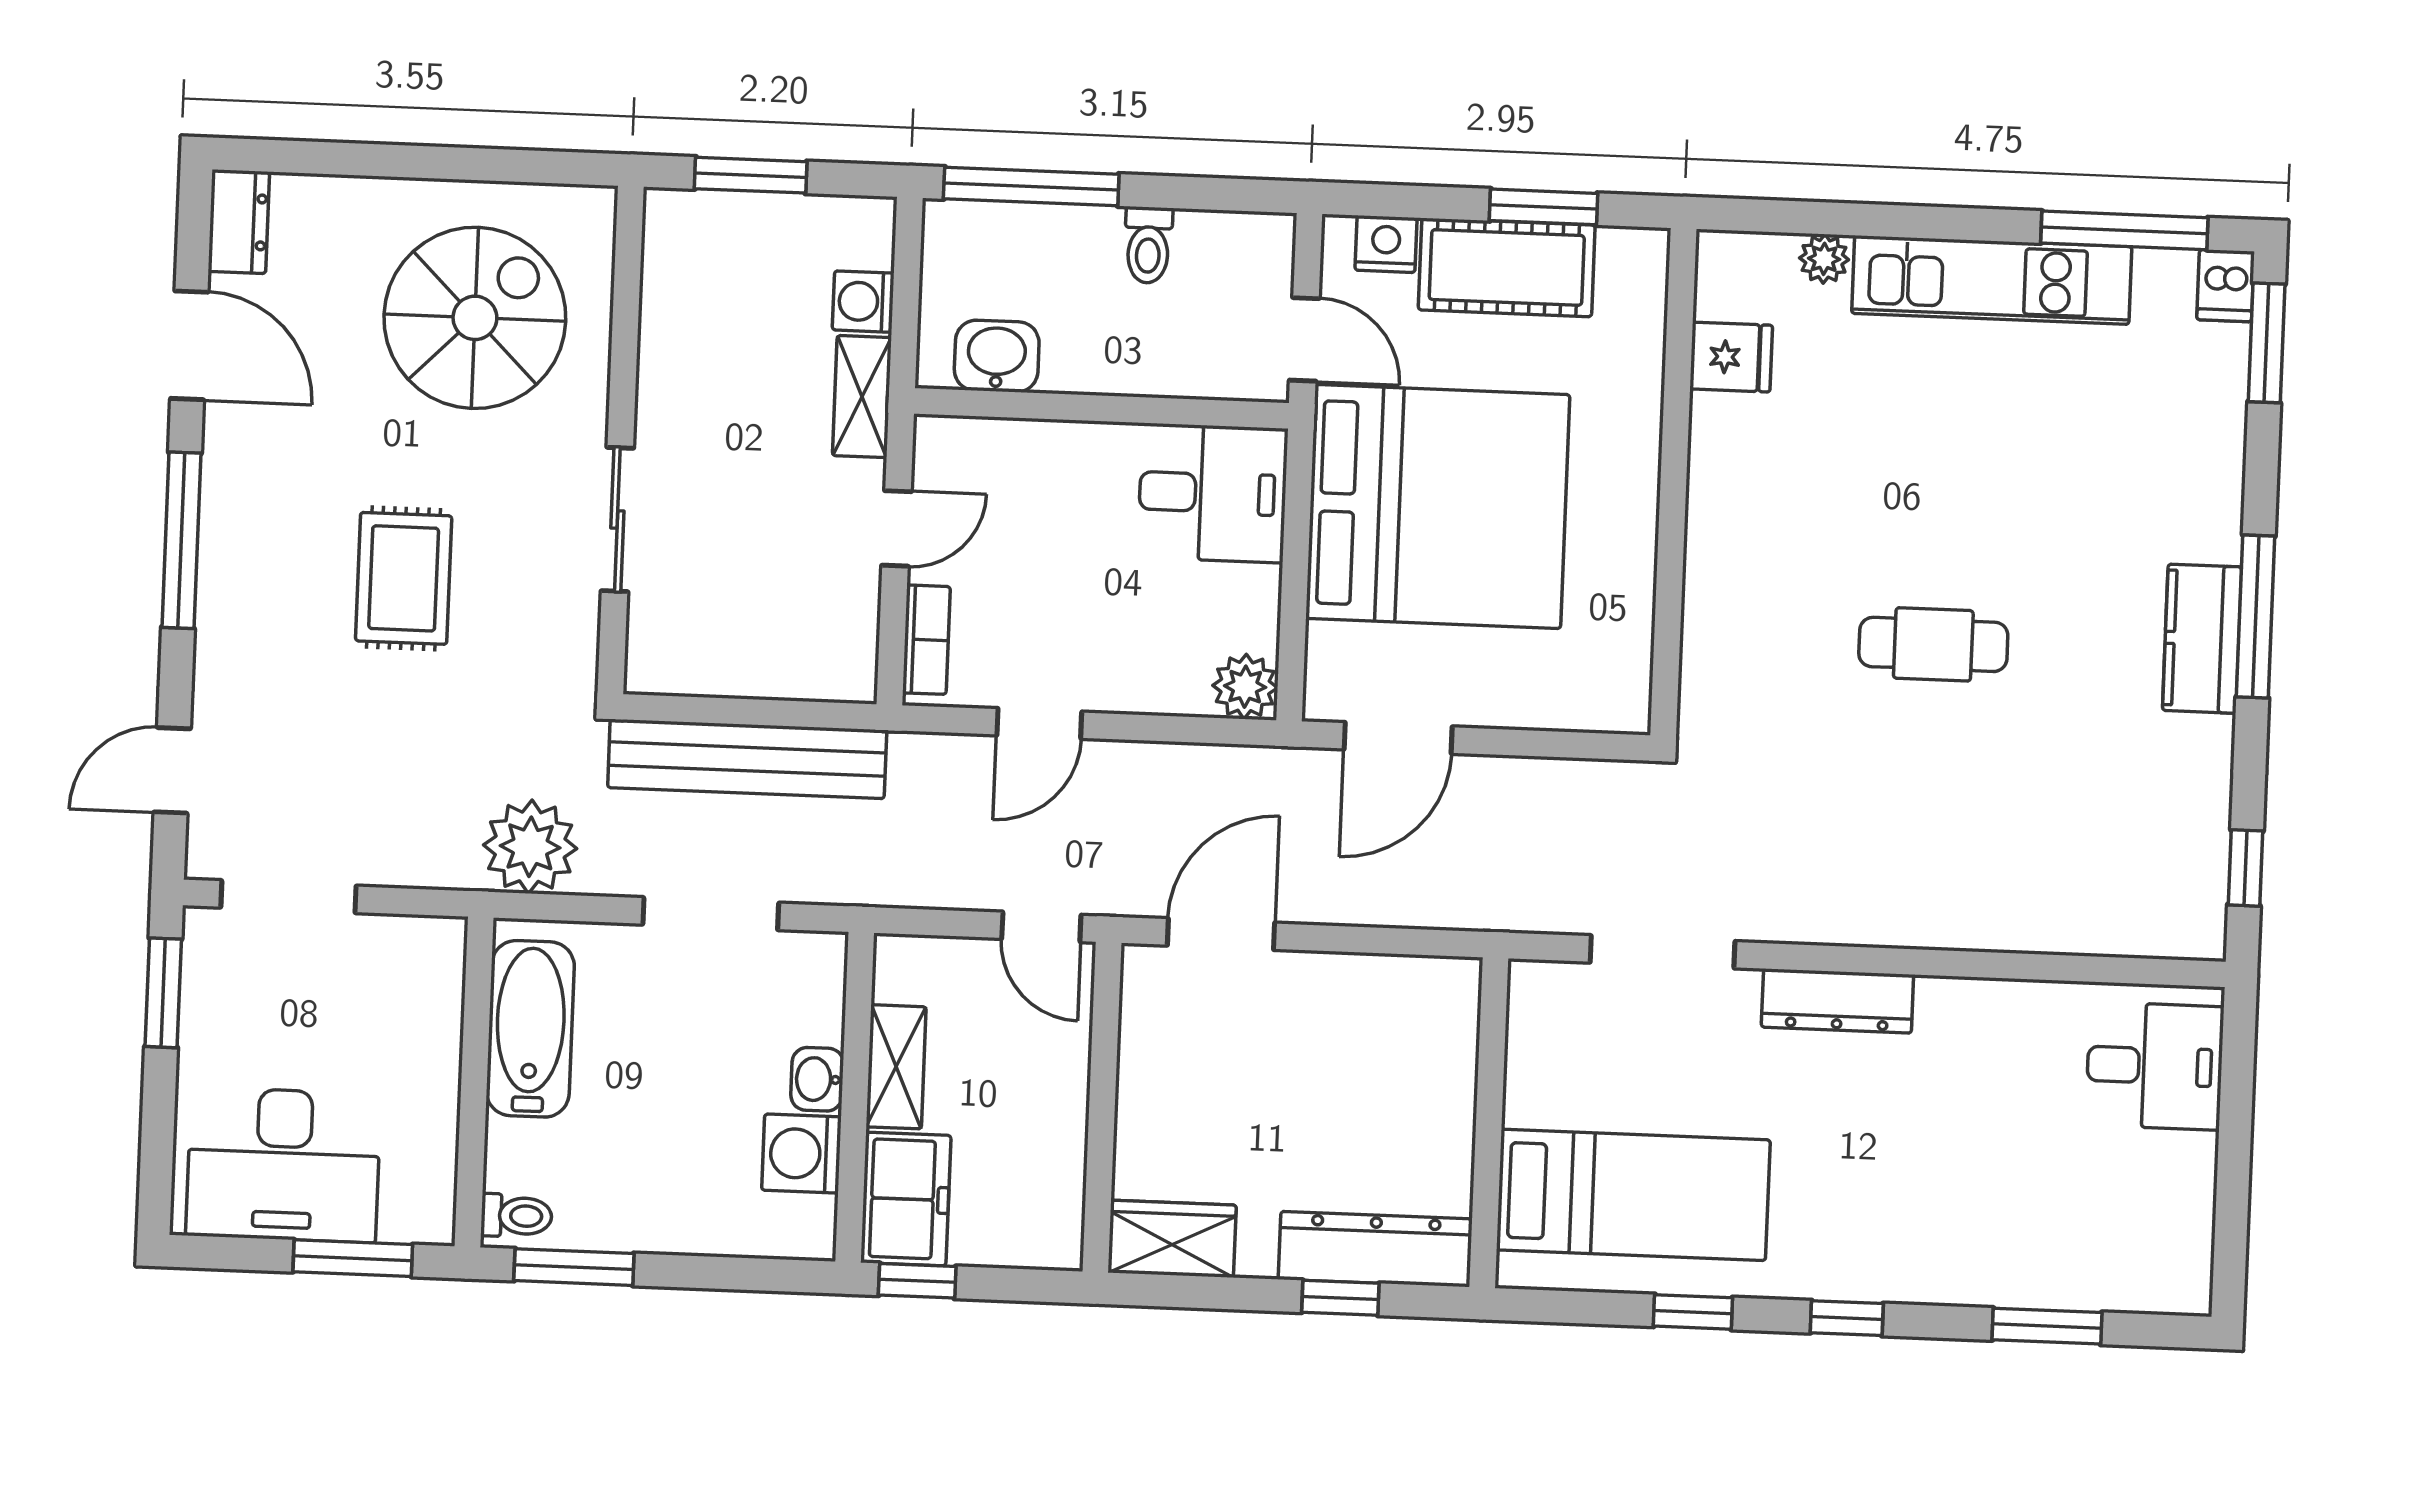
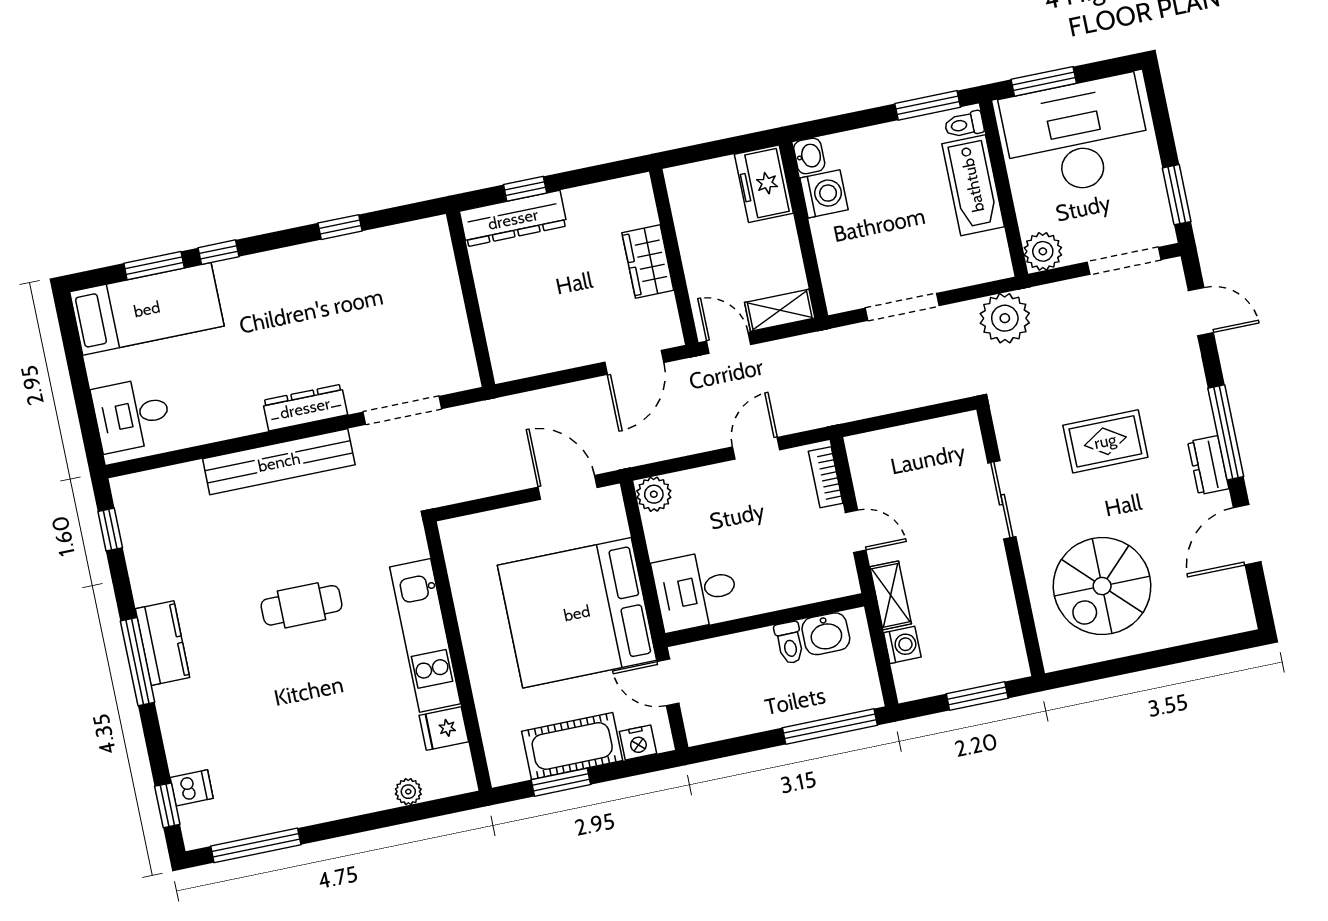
dresser: (239, 222) -> (1208, 465), moved
toilet: (1148, 245) -> (789, 643), moved, turned 180
kitchen unit: (1992, 280) -> (425, 635), moved, turned -90
dishwasher: (2226, 286) -> (192, 788), moved, turned 90
window: (2267, 343) -> (167, 805), width x0.67
door: (189, 345) -> (1247, 535), hinge flipped
door: (897, 528) -> (856, 531), swing flipped
rug: (404, 578) -> (1105, 441), turned 90
door: (1398, 738) -> (568, 487), hinge flipped
bench: (747, 759) -> (279, 462), moved
door: (172, 770) -> (1201, 312), hinge flipped
plant: (431, 951) -> (1043, 251), added
bathtub: (530, 1029) -> (973, 185), moved
shelving: (896, 1067) -> (780, 310), moved, turned 90
washbasin: (817, 1079) -> (809, 156), moved
desk: (283, 1165) -> (1076, 136), width x1.36, depth x1.30
bed: (1633, 1195) -> (147, 309), moved, turned 180
wardrobe: (1172, 1239) -> (648, 262), moved, turned 90
window: (917, 1281) -> (747, 143), removed
window: (1847, 1318) -> (219, 252), moved

